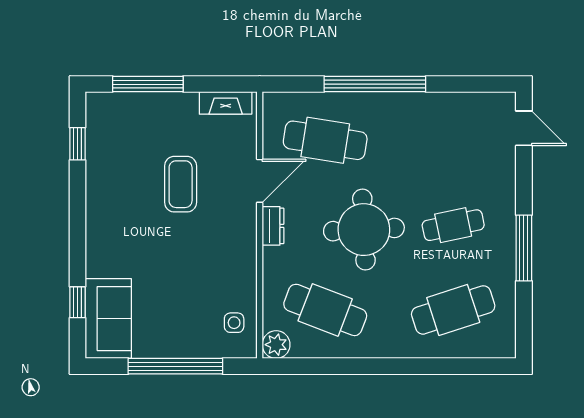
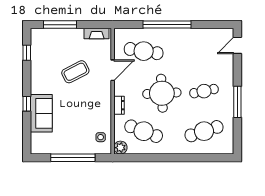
door: (524, 128) -> (237, 45), swing flipped
coffee table: (181, 184) -> (75, 72), turned 63
dresser: (273, 226) -> (119, 105), moved
window: (78, 302) -> (27, 104), moved
sofa: (108, 319) -> (41, 113), moved

